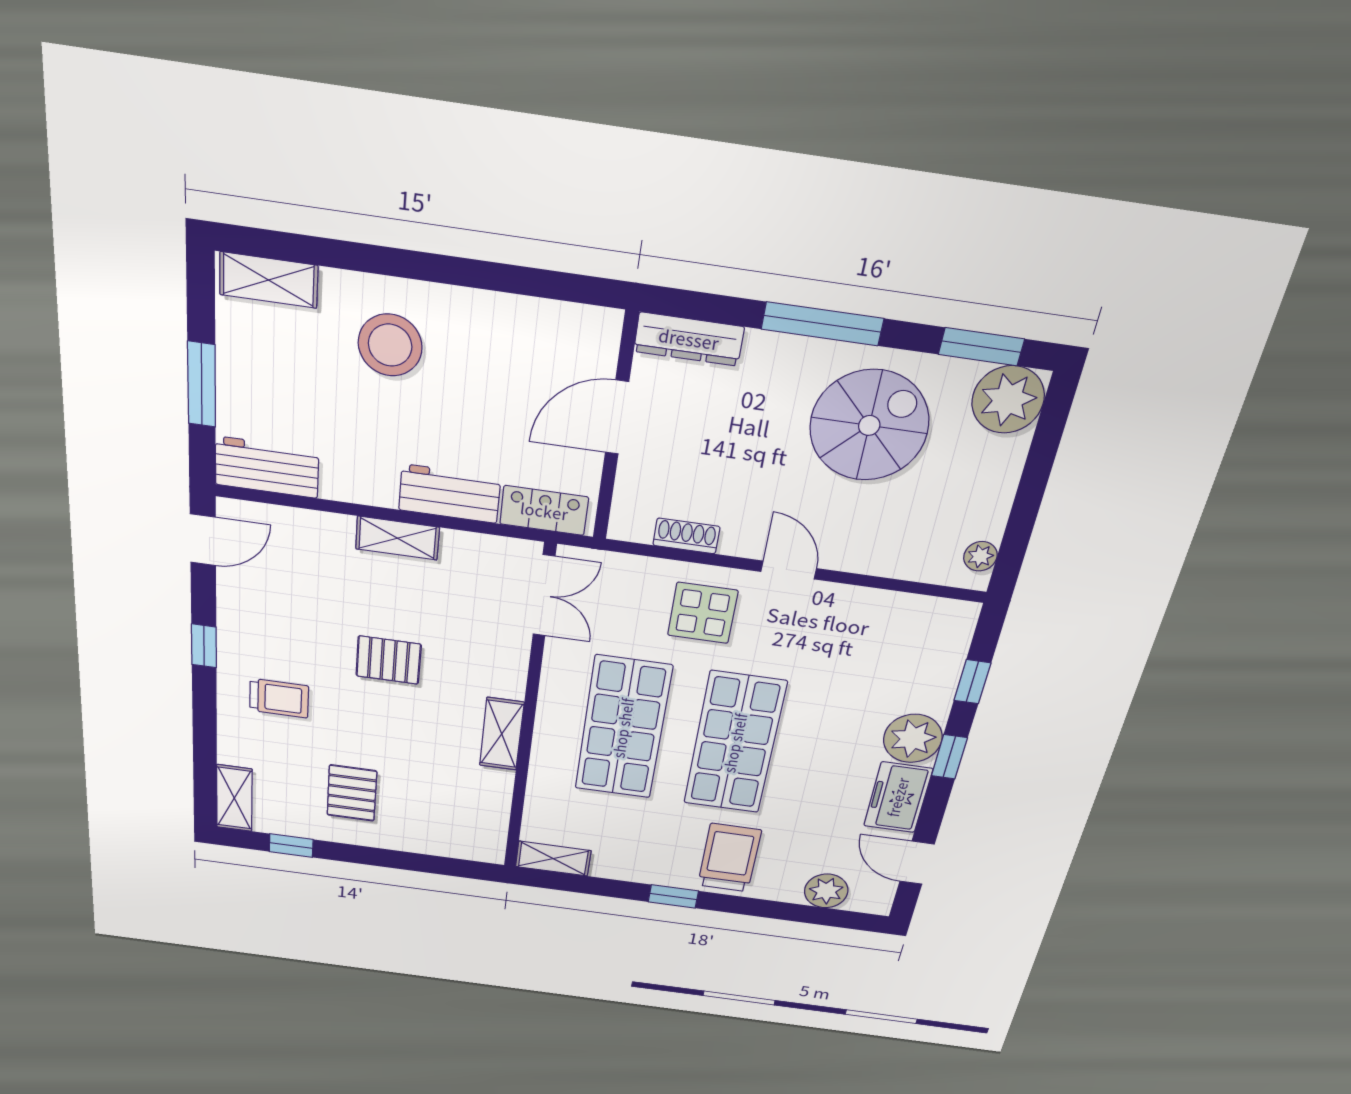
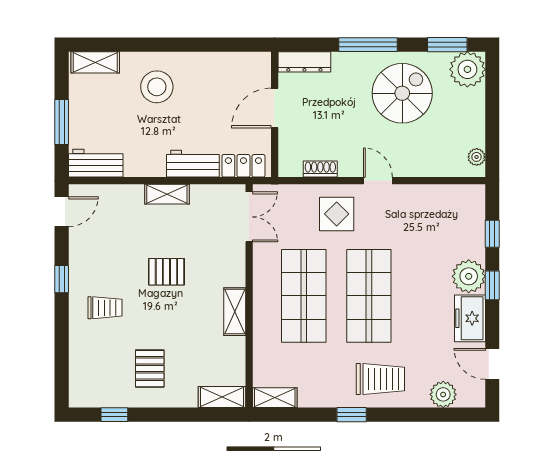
shelving: (234, 798) -> (222, 397), moved, turned 90
trolley: (729, 858) -> (380, 379), turned 90

